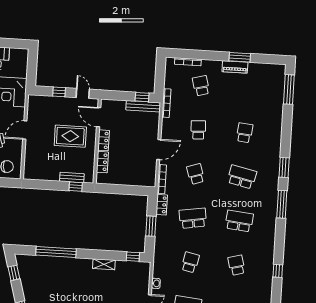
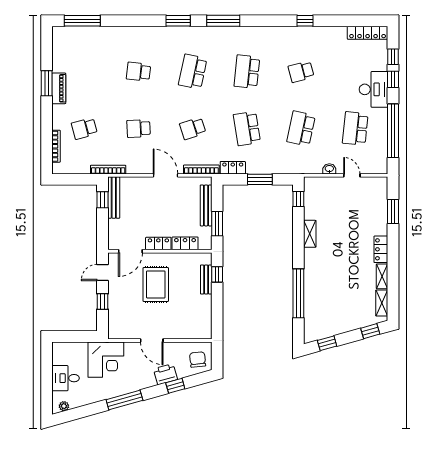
bench: (132, 181) -> (206, 205), added
window: (117, 189) -> (217, 224), added
school desk: (190, 262) -> (301, 128), width x1.85

